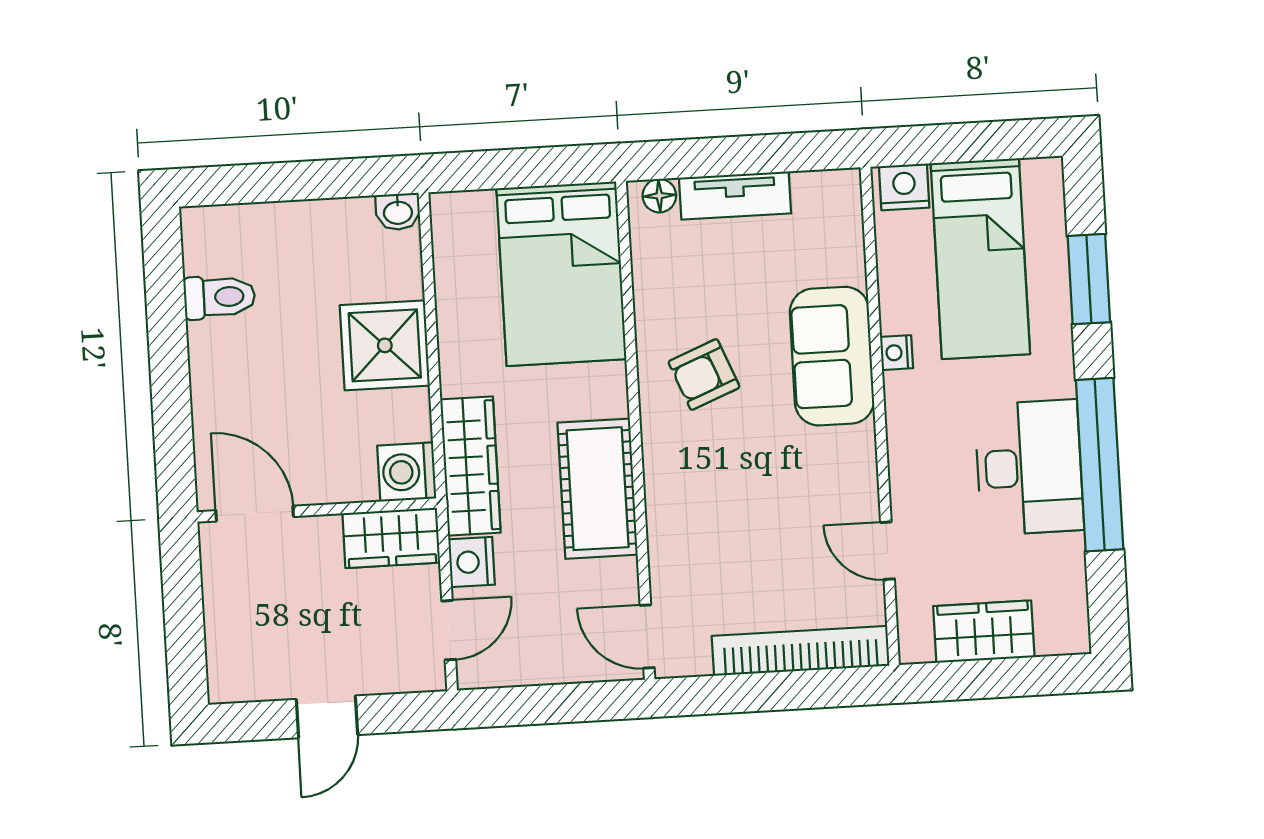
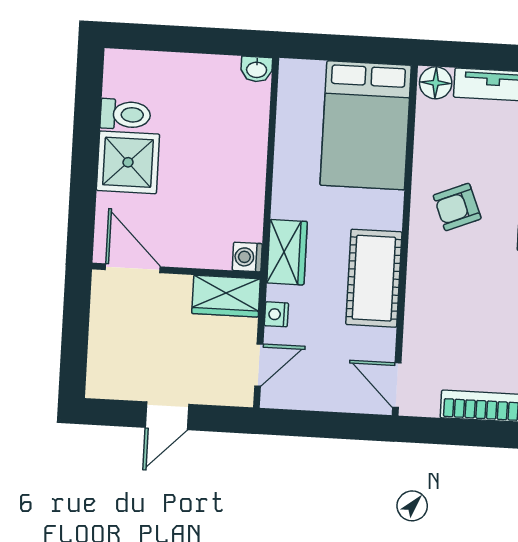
floor lamp: (659, 196) -> (436, 83), width x1.37, depth x1.37
shower: (385, 345) -> (128, 162), moved
wardrobe: (470, 466) -> (287, 252), width x0.67
washing machine: (407, 472) -> (247, 257), width x0.73, depth x0.73
nightstand: (472, 562) -> (276, 314), width x0.72, depth x0.74

